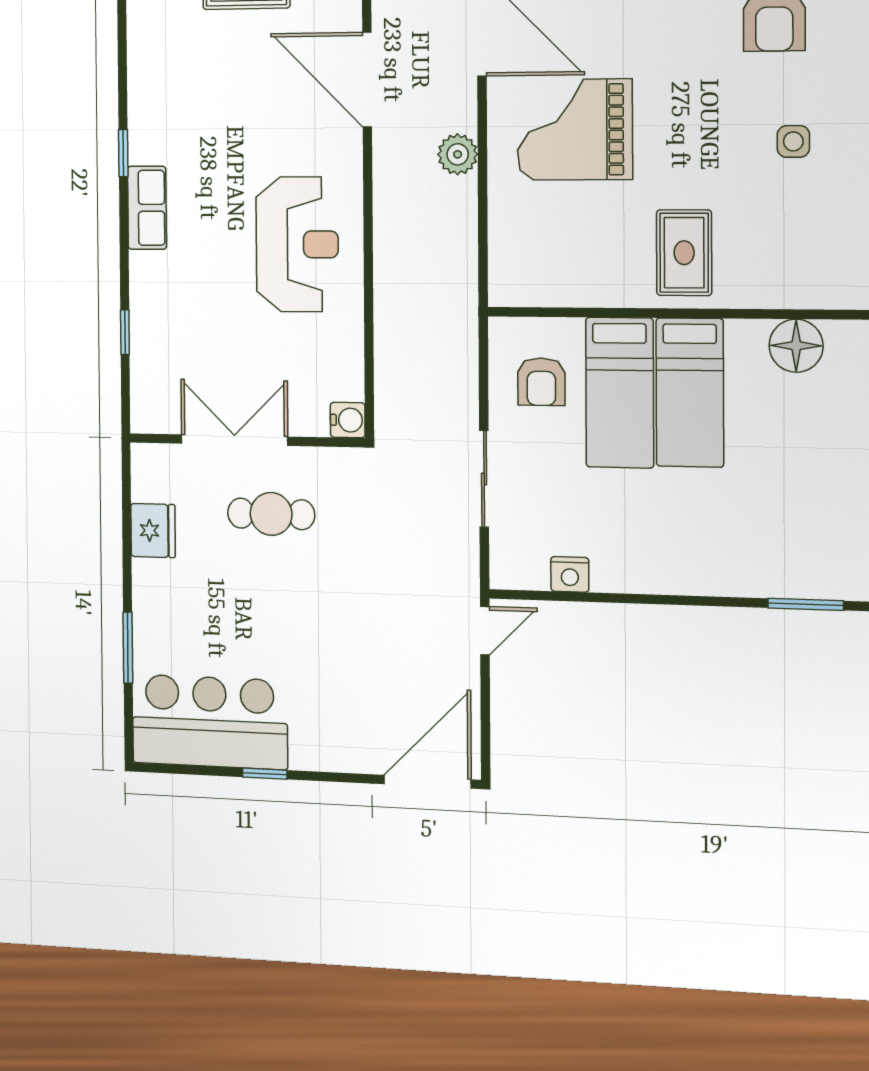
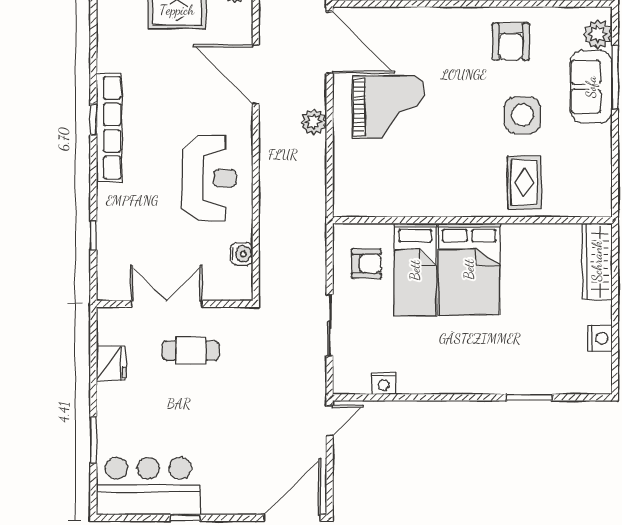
grand piano: (575, 130) -> (388, 107), turned 180
side table: (793, 141) -> (522, 115), width x1.87, depth x1.87
row of seats: (147, 208) -> (109, 128), width x2.02
rug: (684, 253) -> (524, 182), moved
floor lamp: (796, 346) -> (524, 239), removed
armchair: (541, 382) -> (366, 264), turned -90
bed: (690, 393) -> (469, 269), width x1.50
water cooler: (348, 420) -> (242, 254), moved

